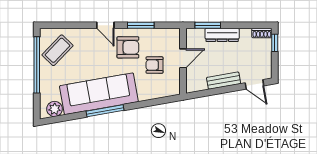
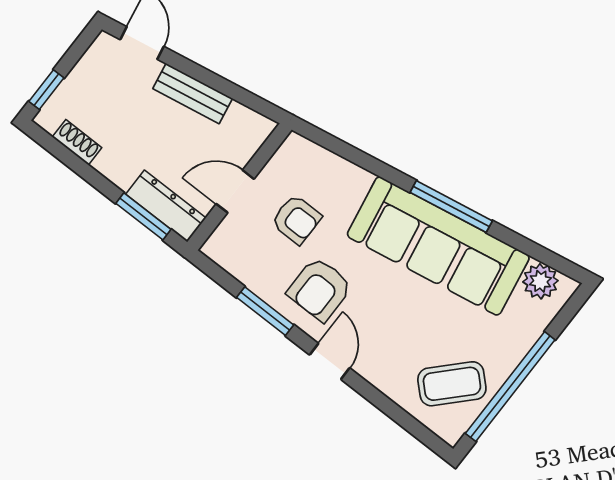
shoe rack: (262, 33) -> (77, 142), moved
dresser: (222, 35) -> (166, 206), moved
armchair: (128, 47) -> (320, 289), turned -90

